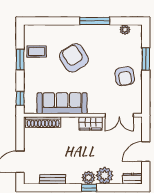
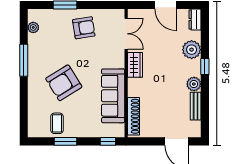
plant: (88, 178) -> (194, 84), moved

